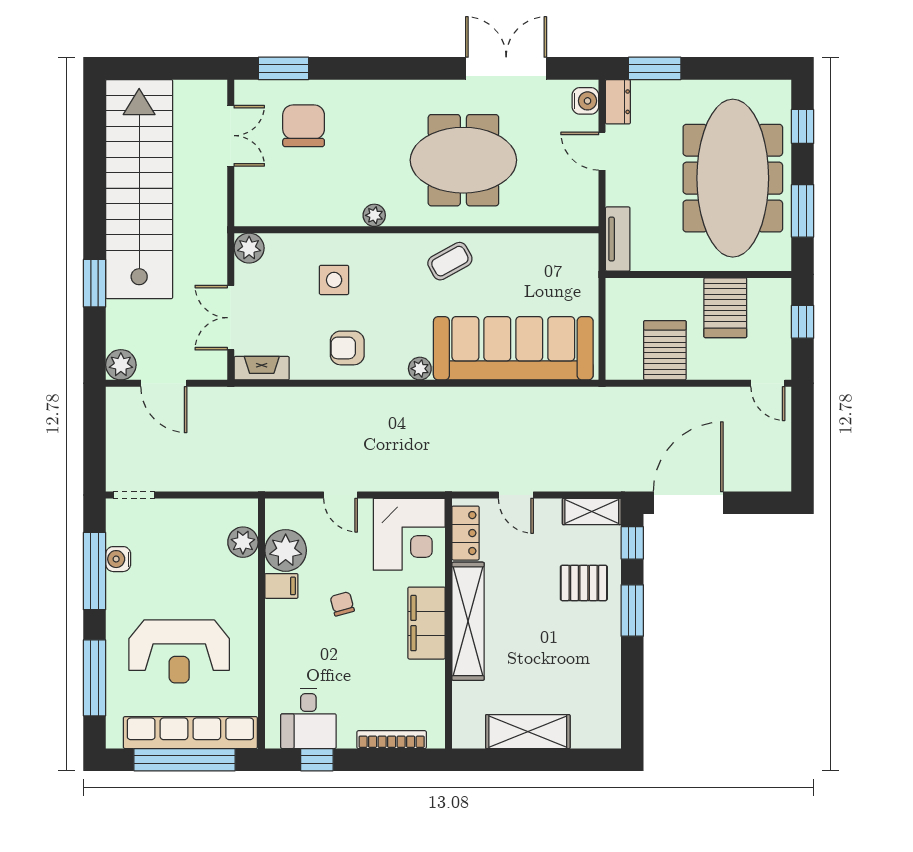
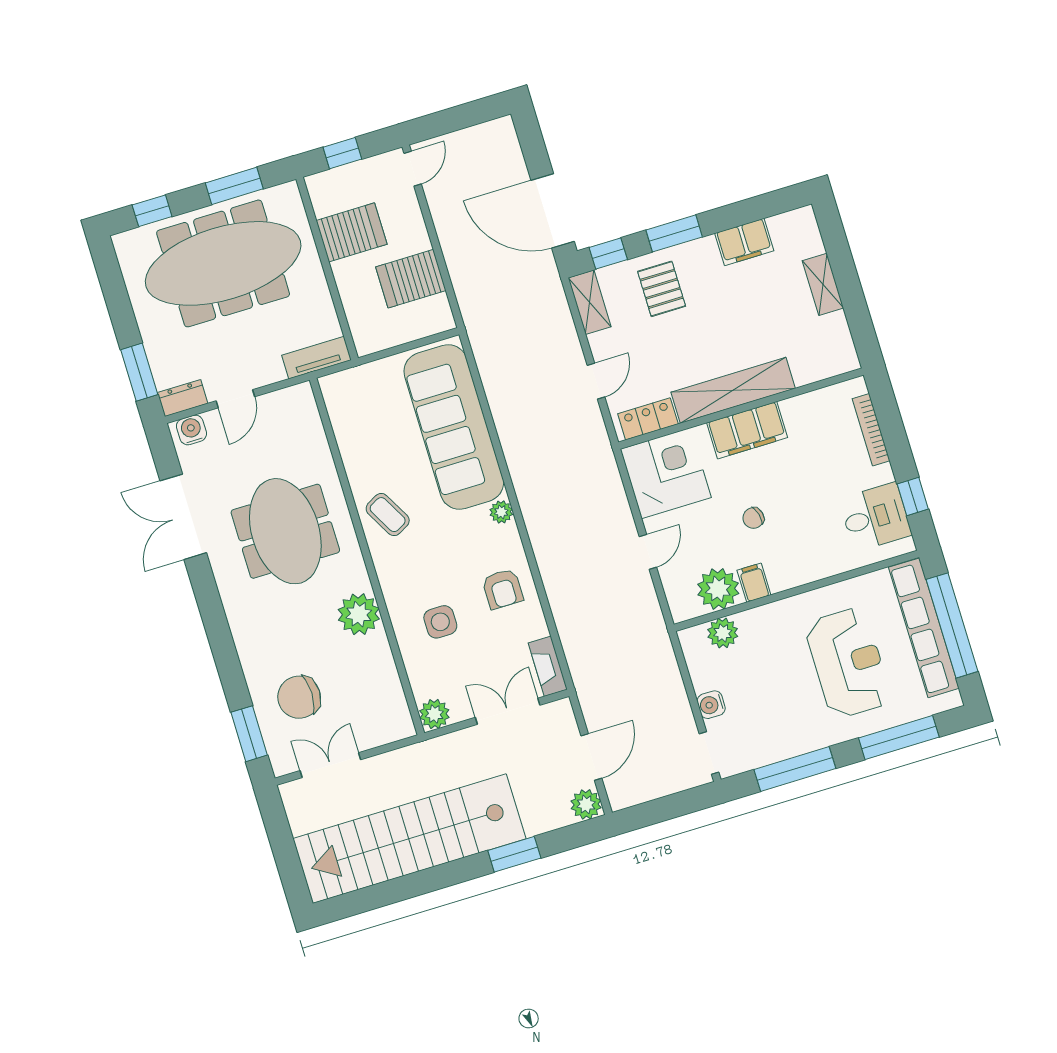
plant: (374, 215) -> (359, 614), width x1.88, depth x1.88
double door: (231, 318) -> (508, 711), swing flipped
water cooler: (118, 559) -> (711, 705), moved, turned 90
filing cabinet: (604, 674) -> (744, 242), added
shelving: (528, 732) -> (823, 284), width x0.67, depth x0.75

